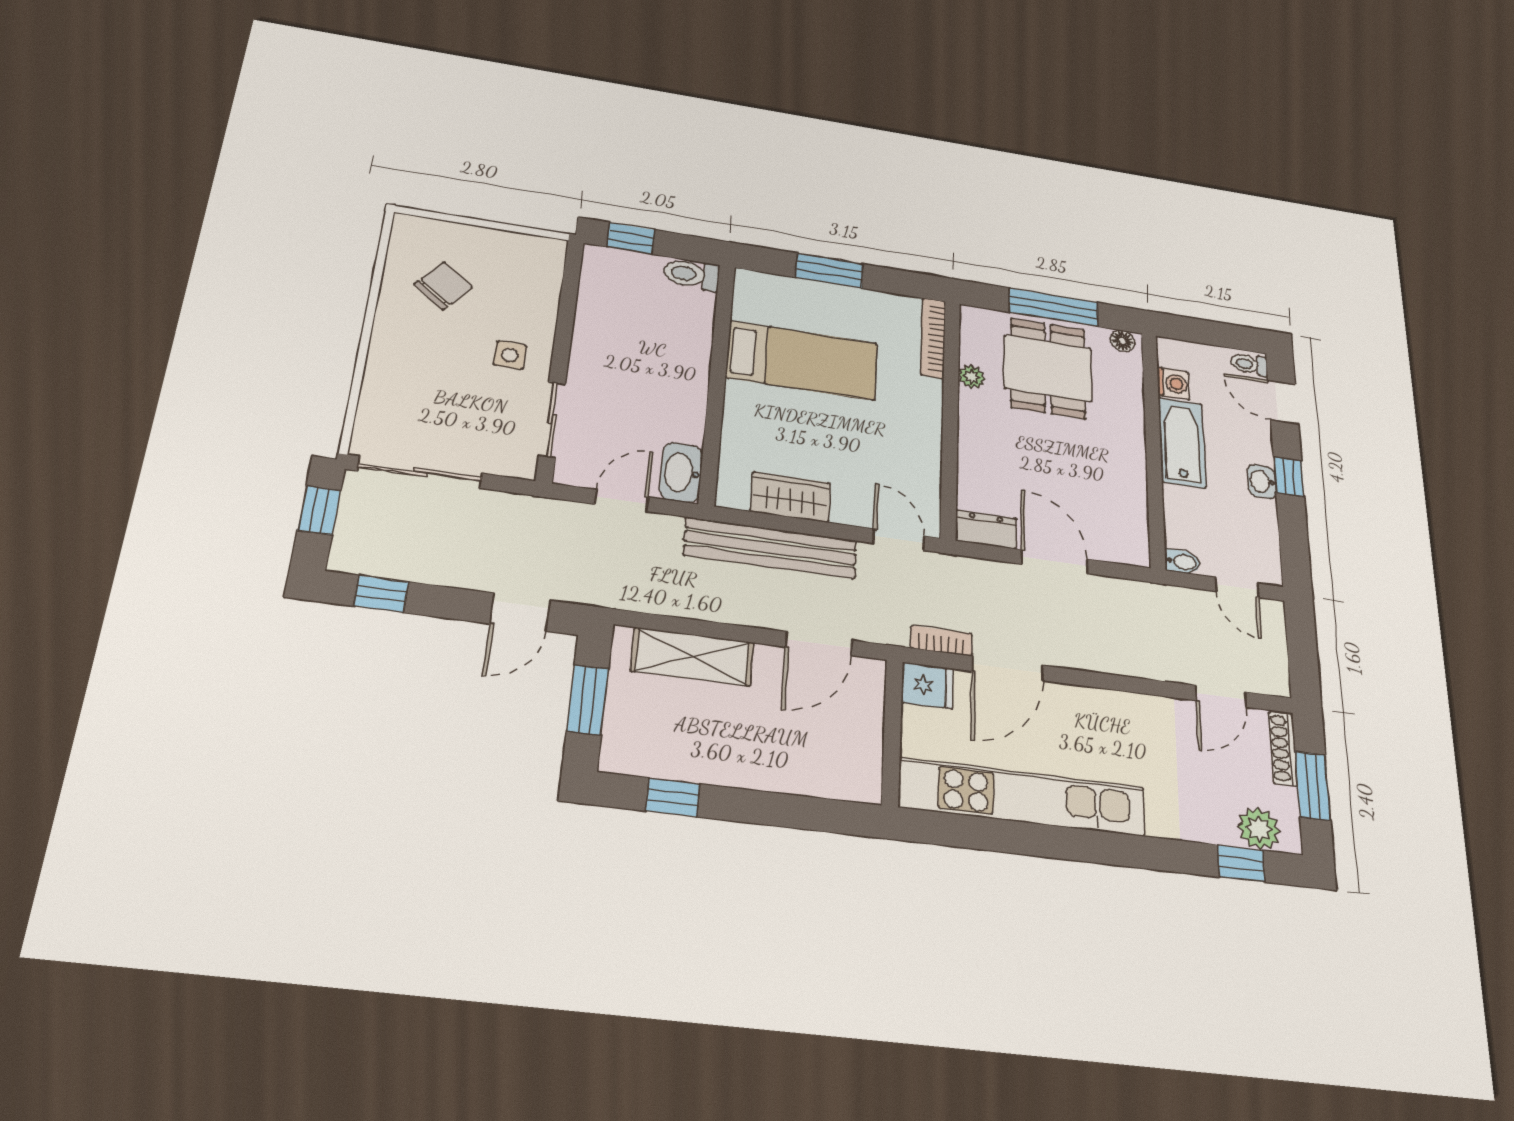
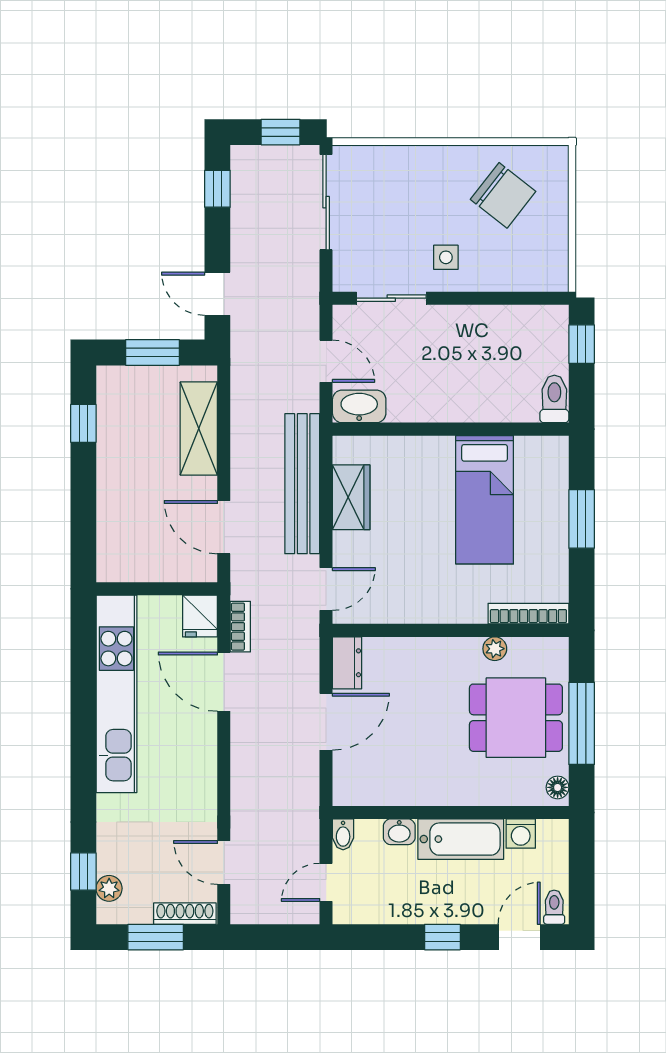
chair: (443, 286) -> (503, 195), width x1.37, depth x1.37
washbasin: (1262, 482) -> (399, 832), moved, turned 180
plant: (1259, 829) -> (109, 888), width x0.73, depth x0.73

